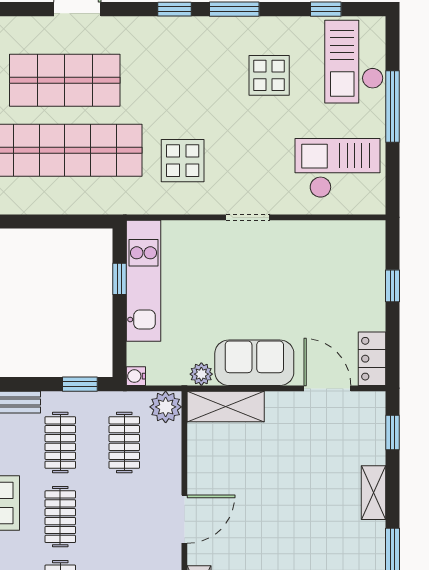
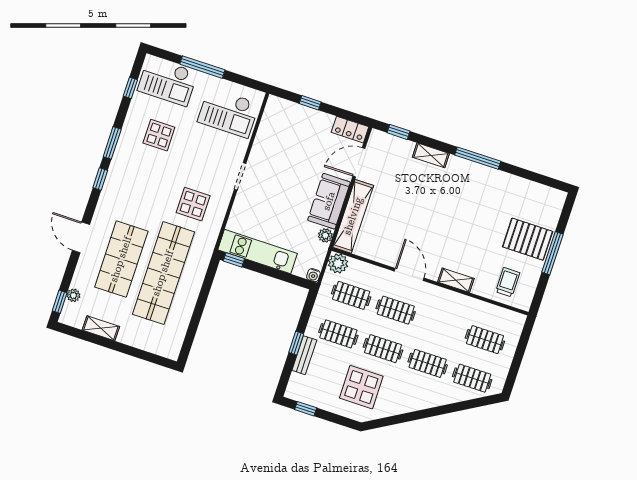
checkout: (337, 168) -> (228, 112), turned -90
window: (120, 279) -> (234, 260), moved
window: (80, 384) -> (296, 343), moved
shelving: (226, 406) -> (353, 216), width x1.47
clothes rail: (124, 517) -> (396, 310), added

